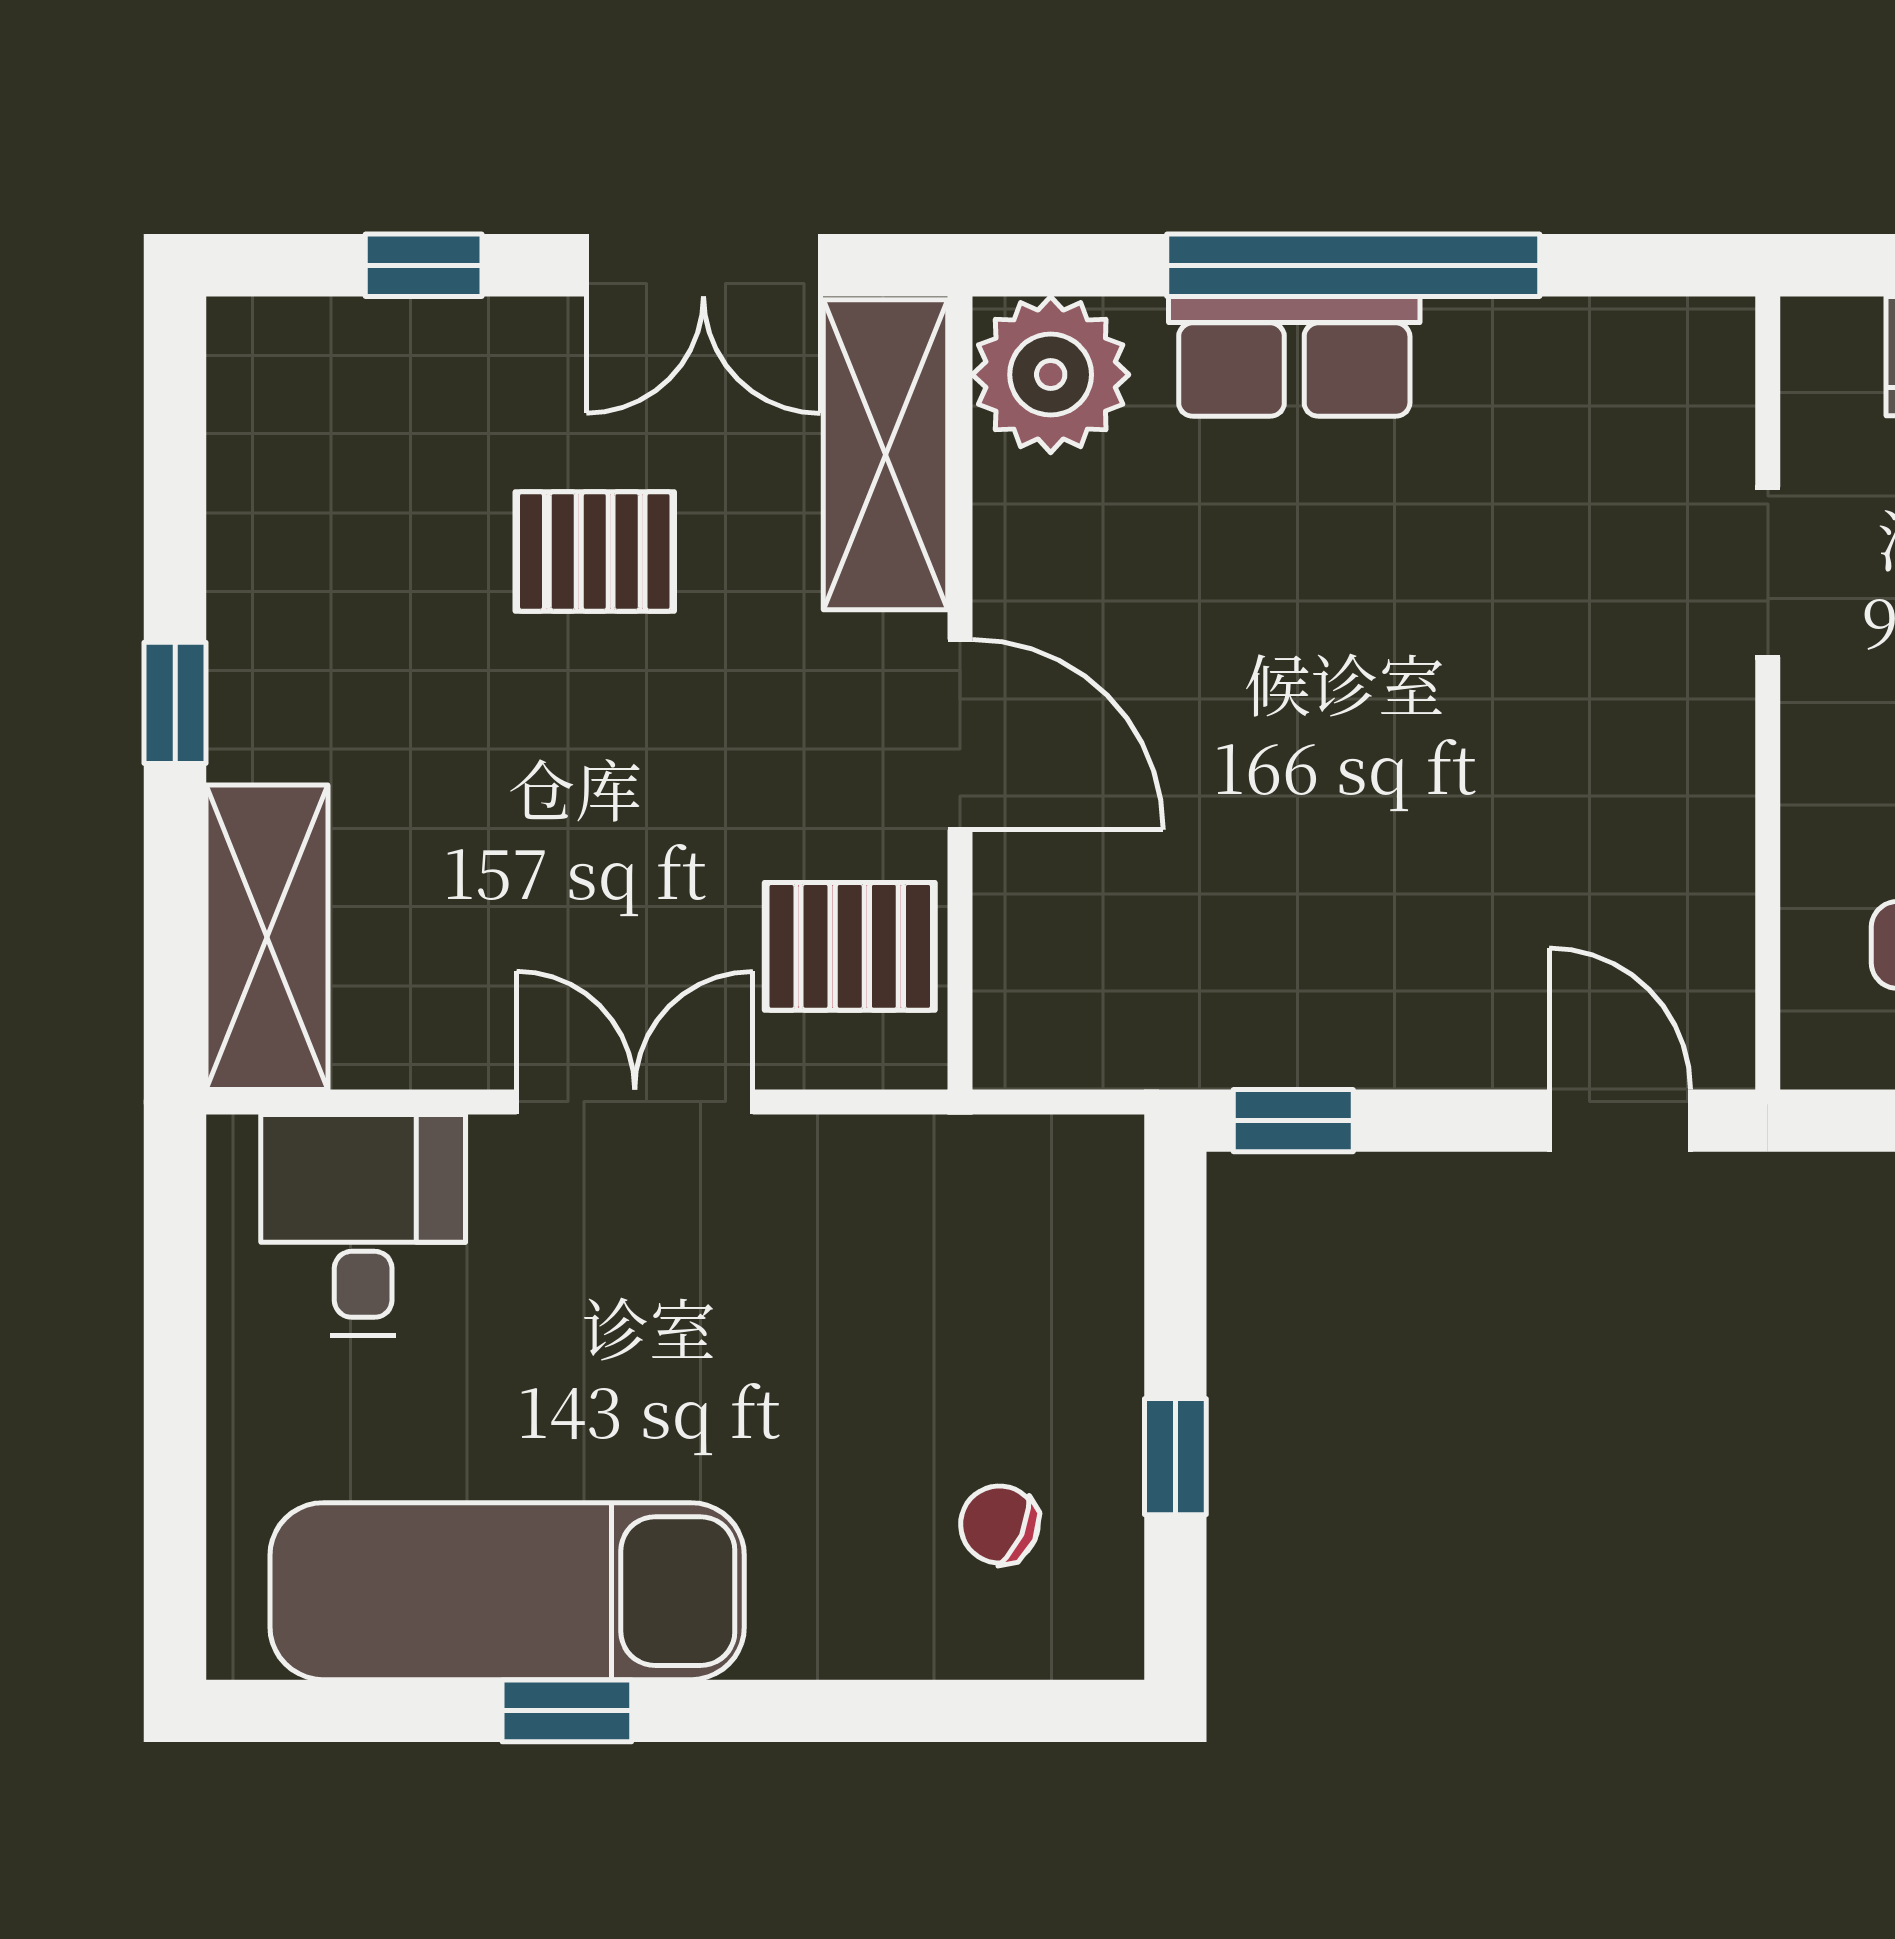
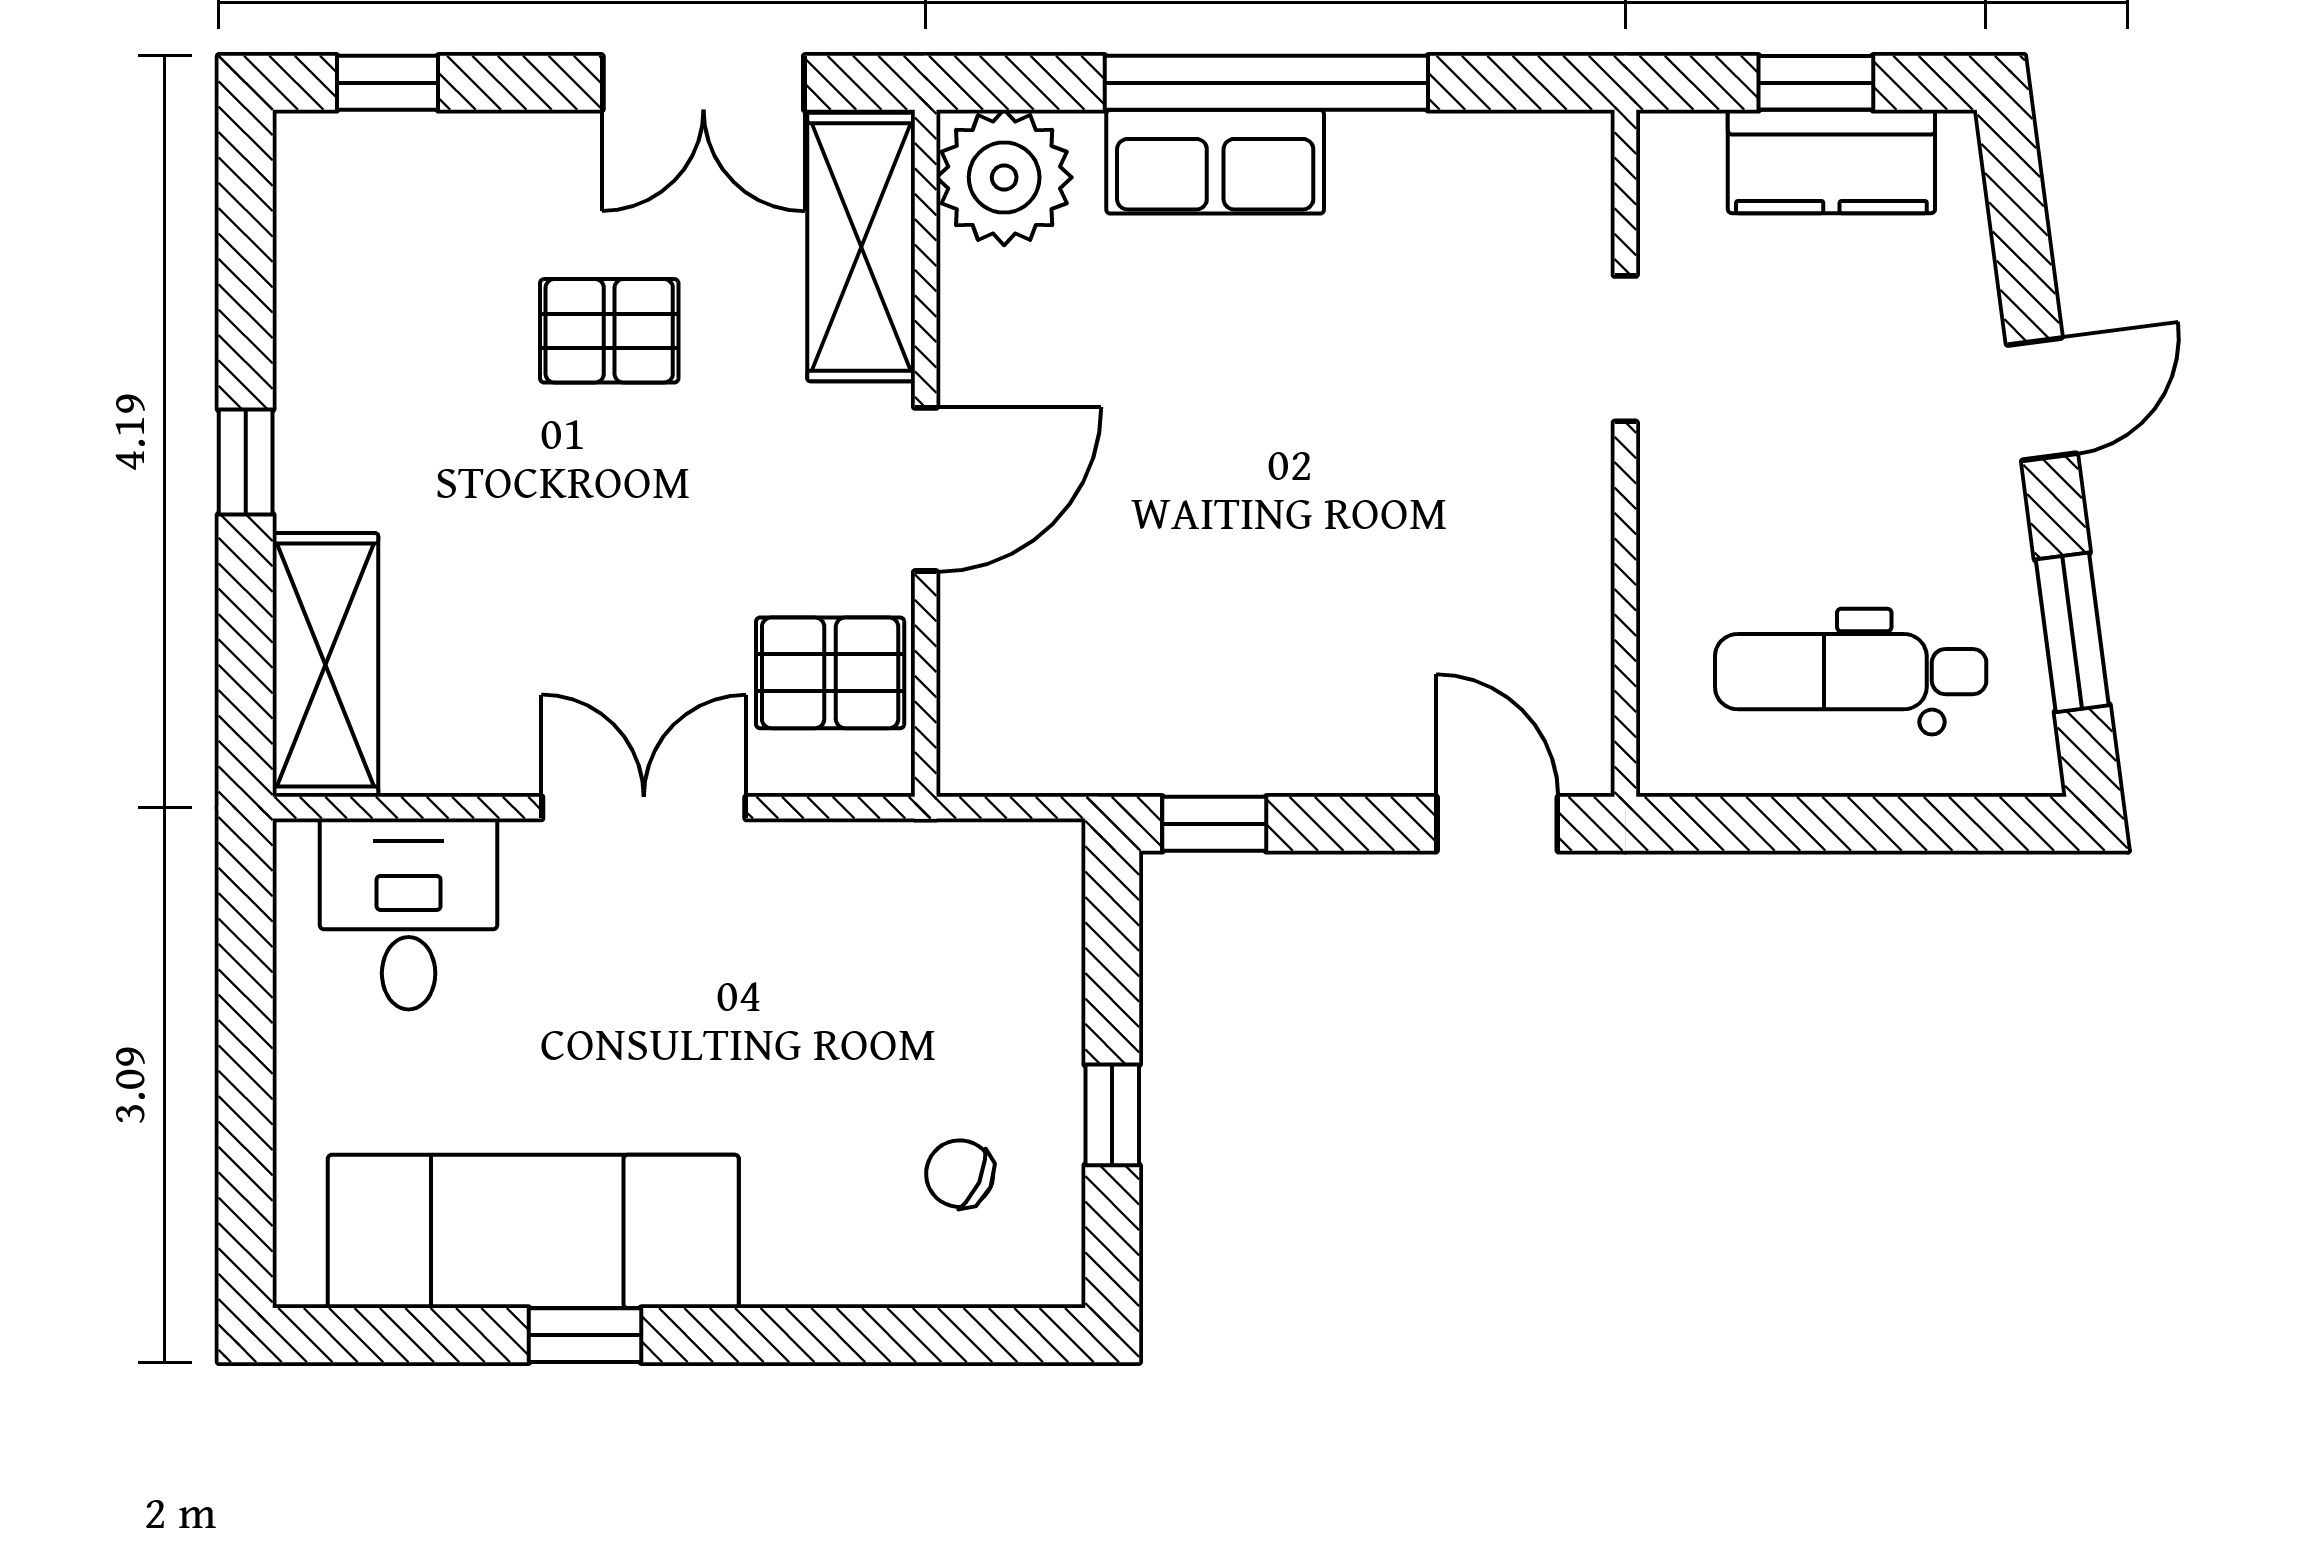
window: (424, 265) -> (387, 83), moved
door: (960, 735) -> (926, 489), hinge flipped

